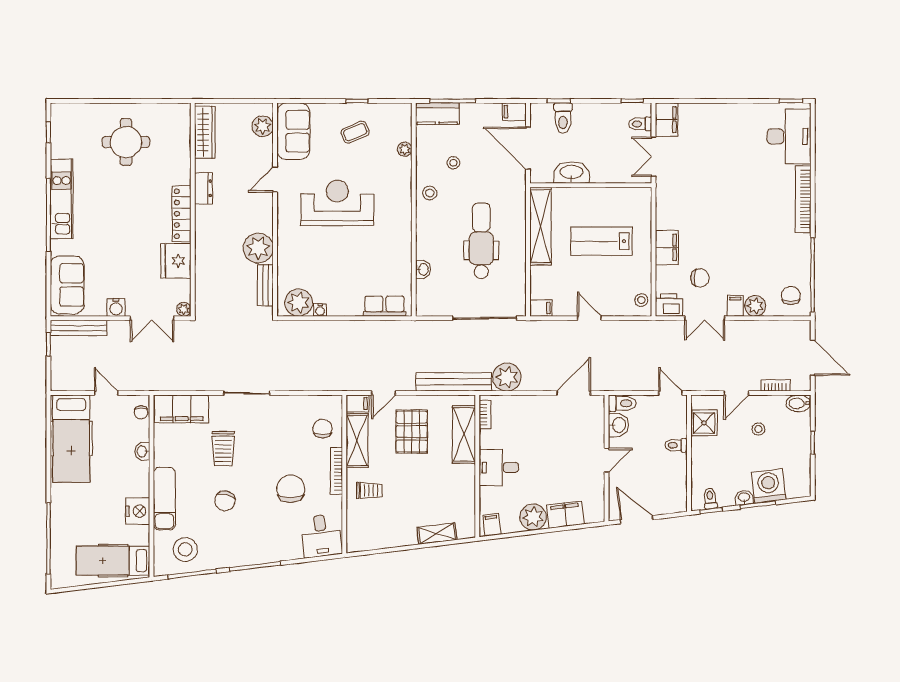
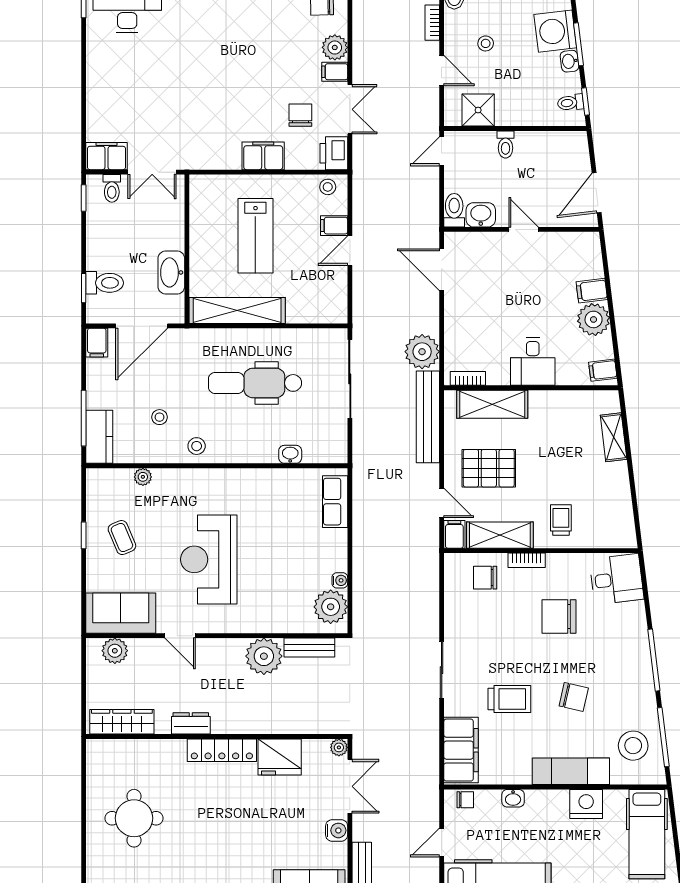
filing cabinet: (541, 308) -> (334, 226), moved, turned -90
bookcase: (336, 471) -> (527, 560), width x0.64
filing cabinet: (565, 515) -> (592, 291), width x0.50

